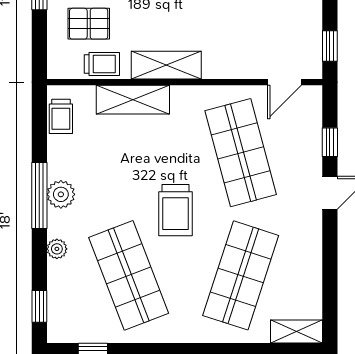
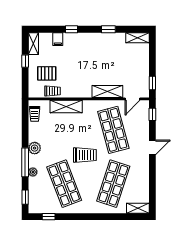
shelving: (166, 65) -> (107, 91), moved
window: (330, 142) -> (152, 114), moved
window: (39, 195) -> (25, 162), moved
trolley: (175, 210) -> (85, 155), turned -90

